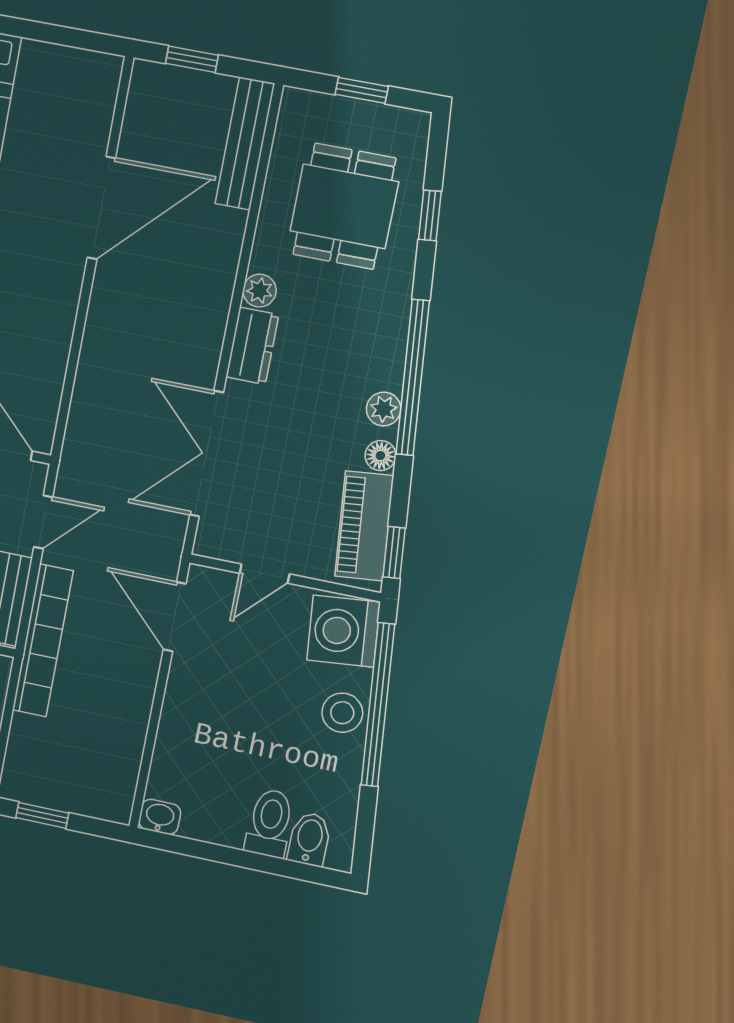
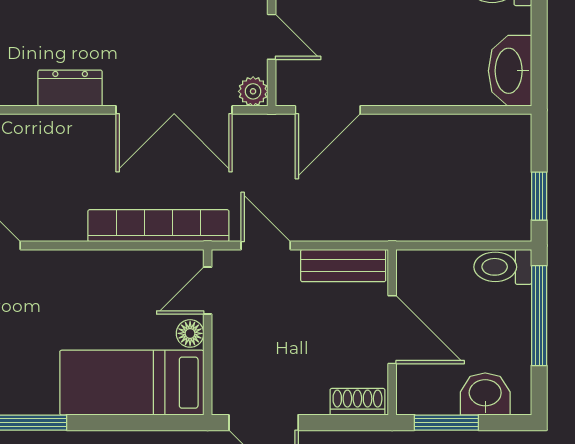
plant: (260, 291) -> (253, 91), moved
bookcase: (43, 641) -> (158, 226), moved
washbasin: (160, 817) -> (510, 71), width x1.91, depth x1.45

